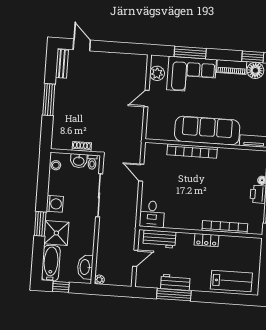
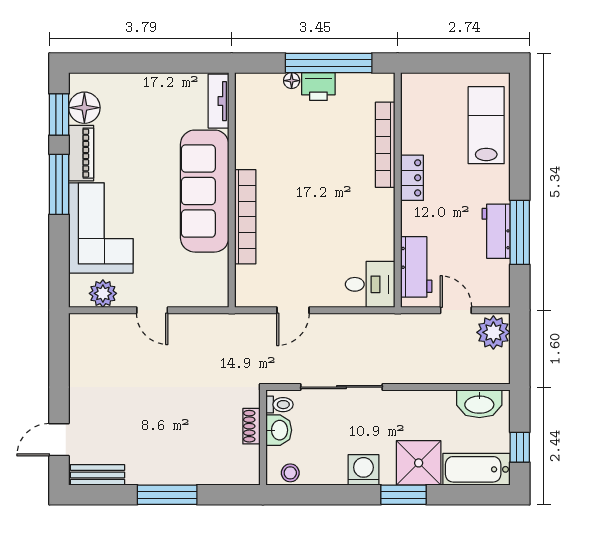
window: (190, 52) -> (59, 184), moved
plant: (99, 280) -> (493, 332), moved, width x1.88, depth x1.88

